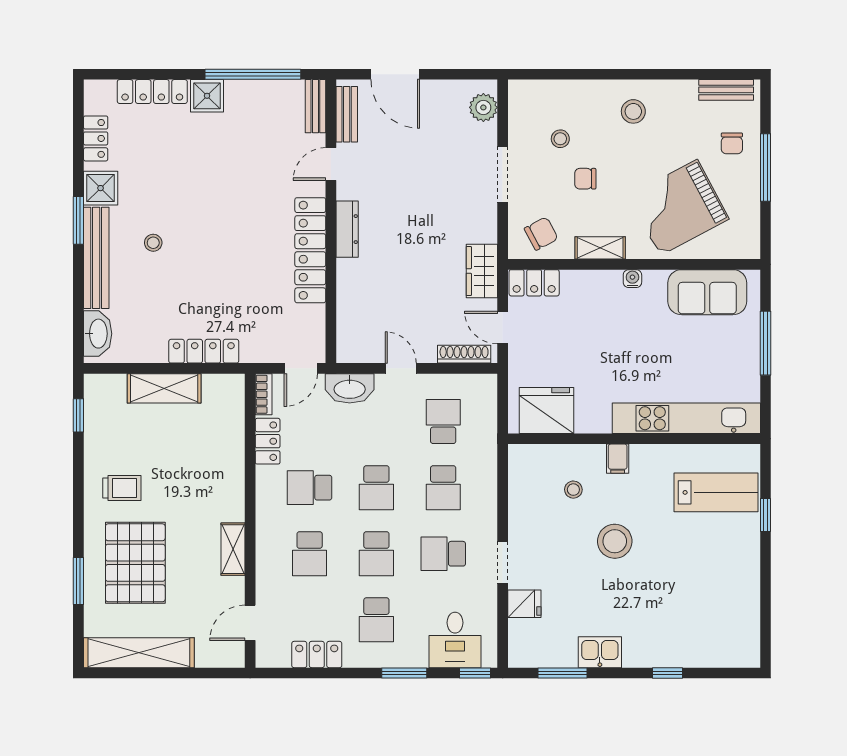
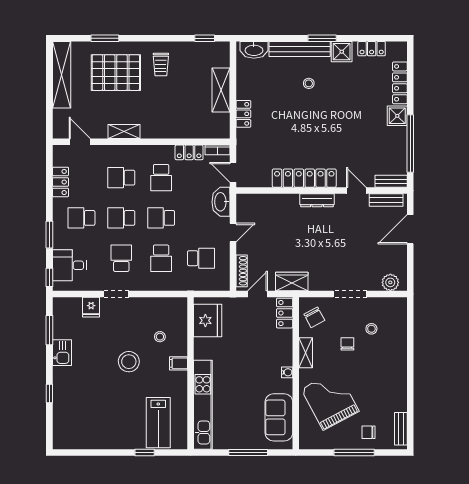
stool: (633, 111) -> (388, 373), removed
locker: (204, 351) -> (243, 114), width x0.66
school desk: (310, 488) -> (161, 178), turned 180
school desk: (443, 488) -> (161, 258), turned -90

